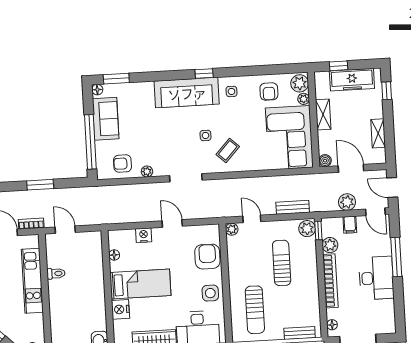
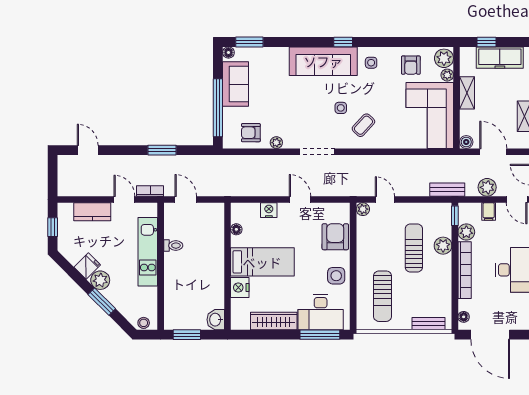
bench: (293, 207) -> (447, 190), moved
plant: (307, 229) -> (443, 246), moved

